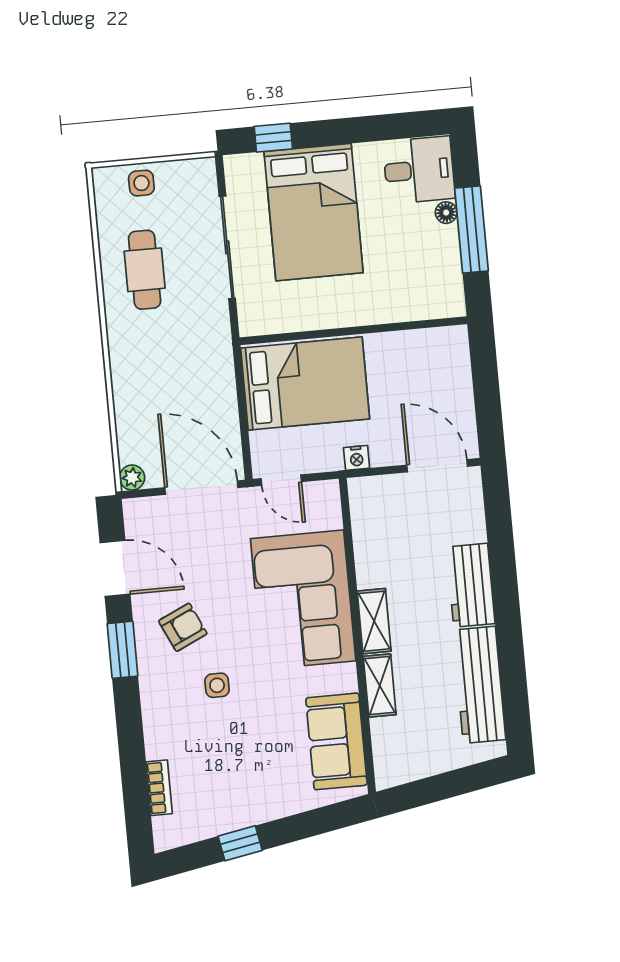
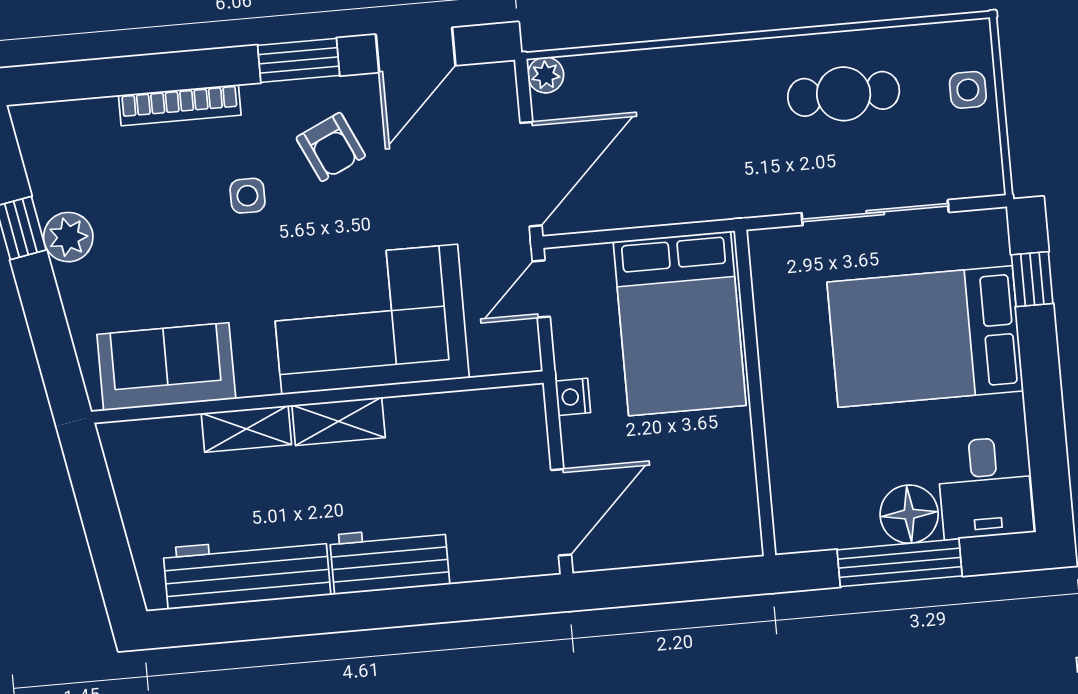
floor lamp: (446, 213) -> (909, 514), width x1.89, depth x1.89
bookcase: (159, 788) -> (180, 105), moved, width x1.56
plant: (246, 810) -> (68, 237), added

